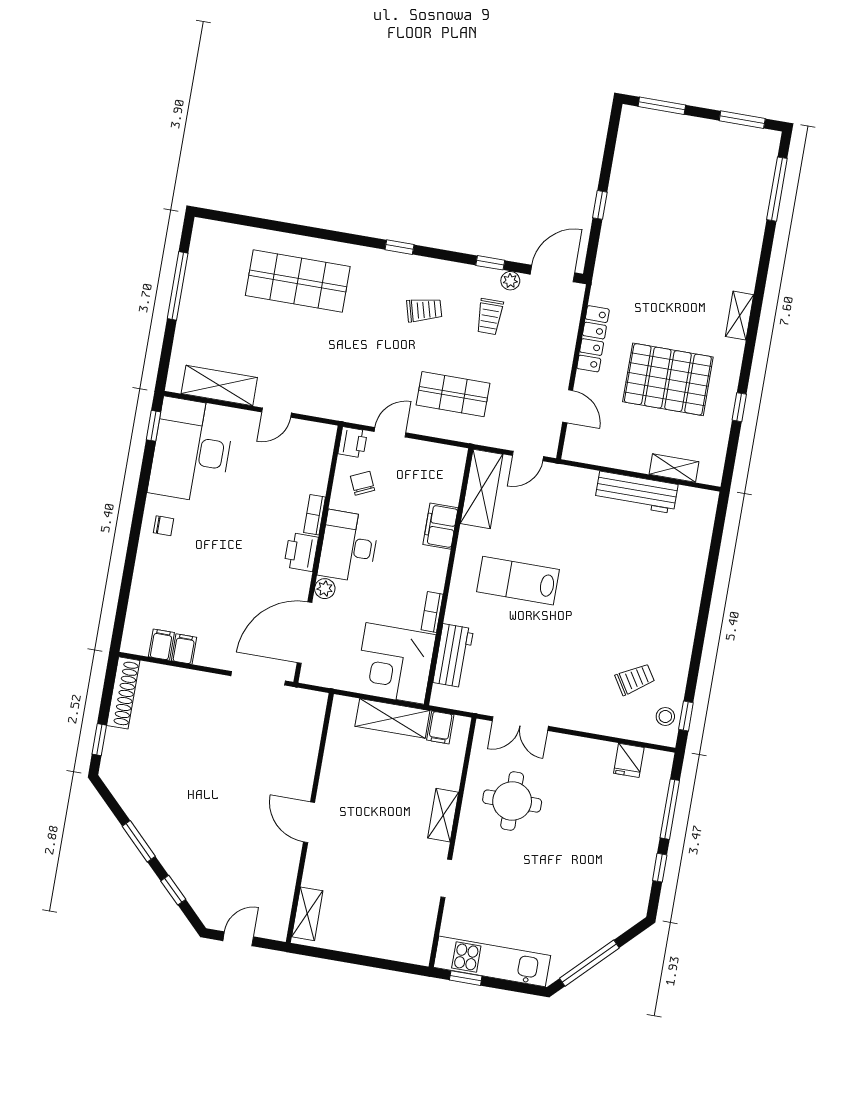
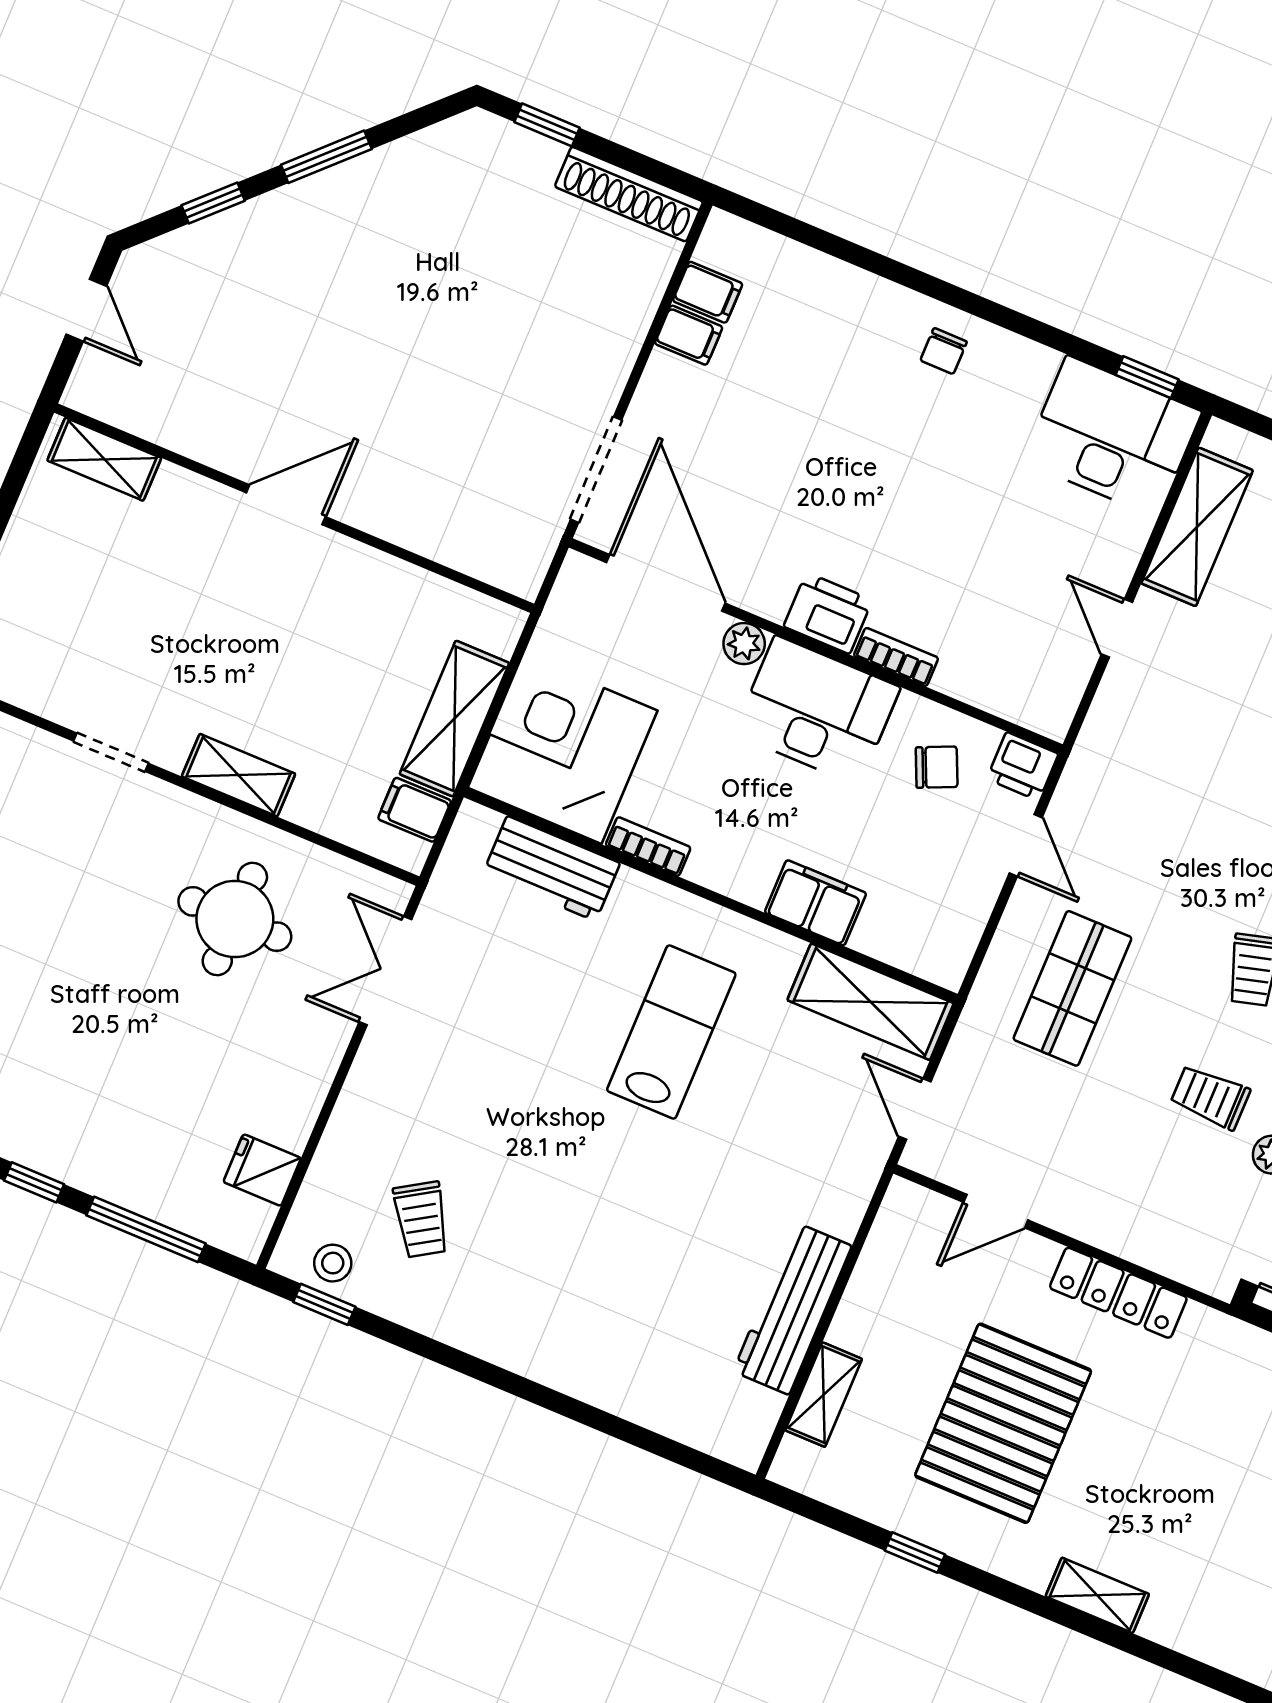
desk: (192, 450) -> (1112, 436), width x0.73, depth x0.77

